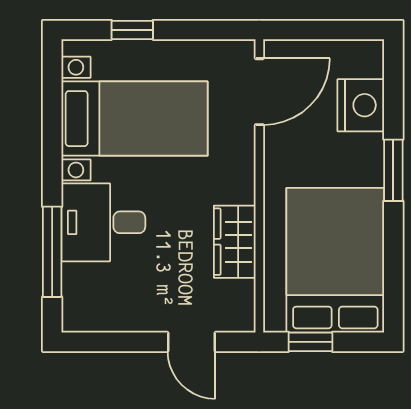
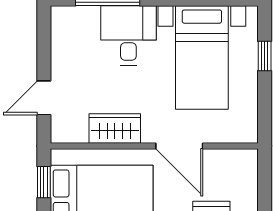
door: (259, 92) -> (179, 146), moved

